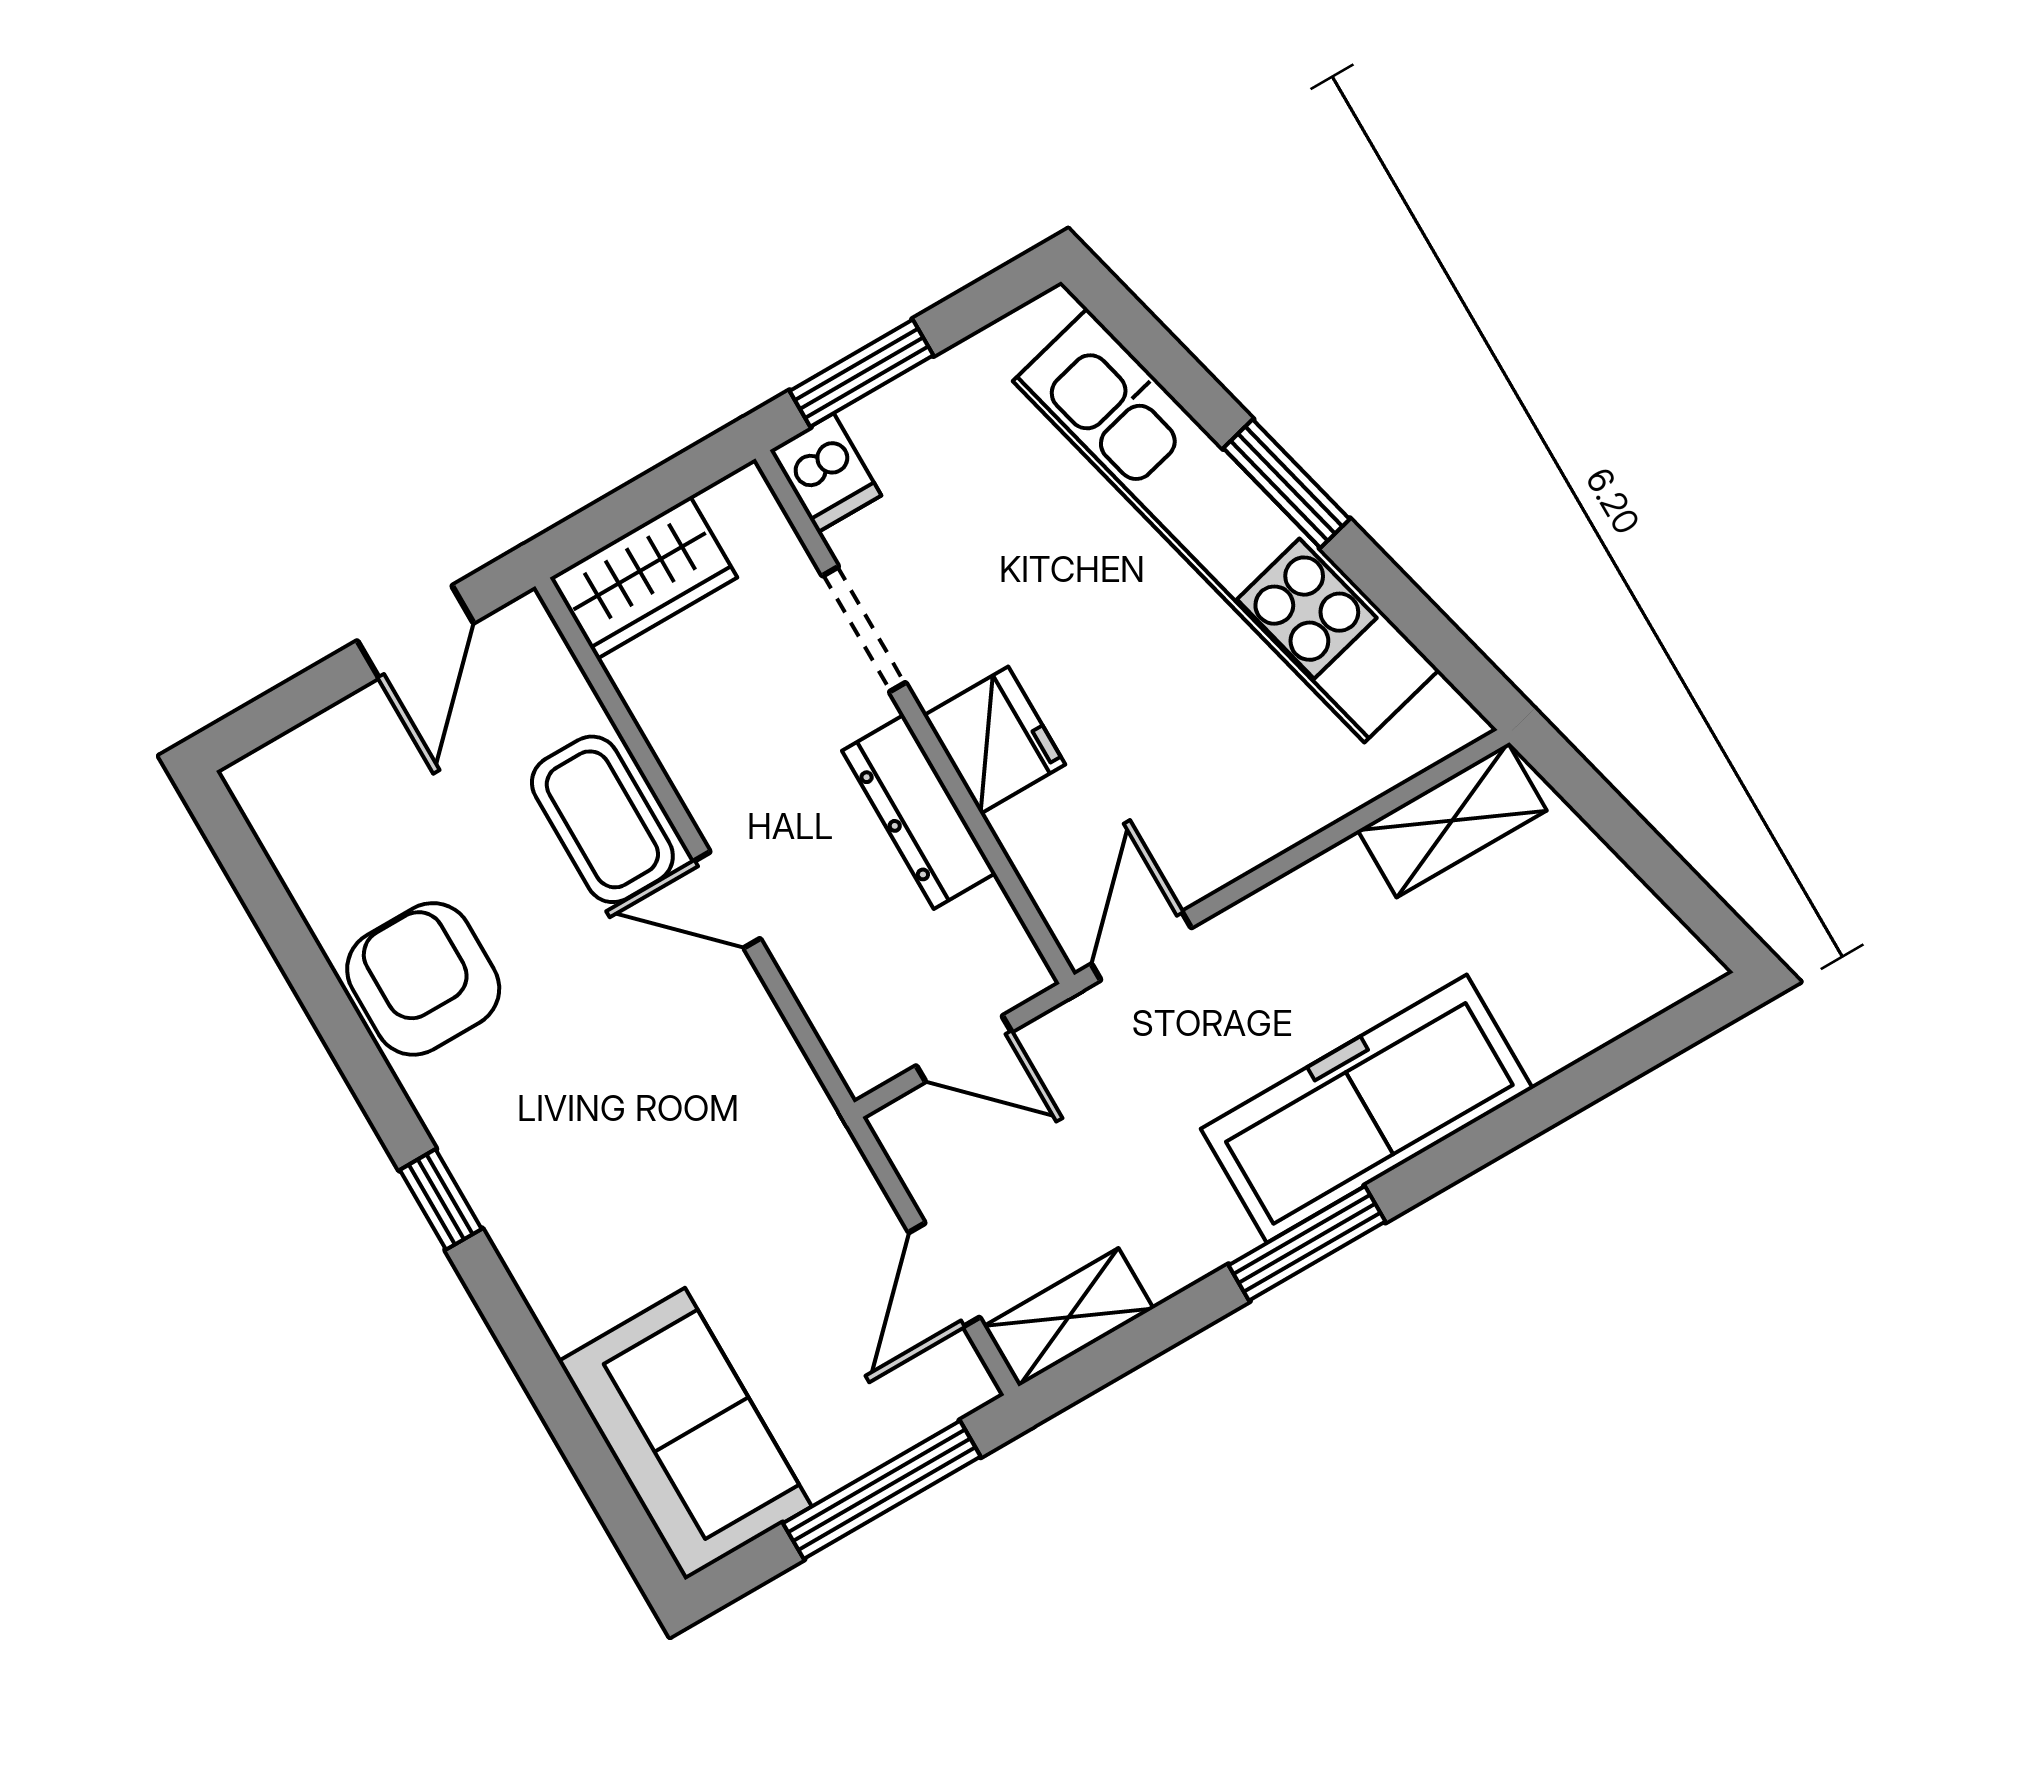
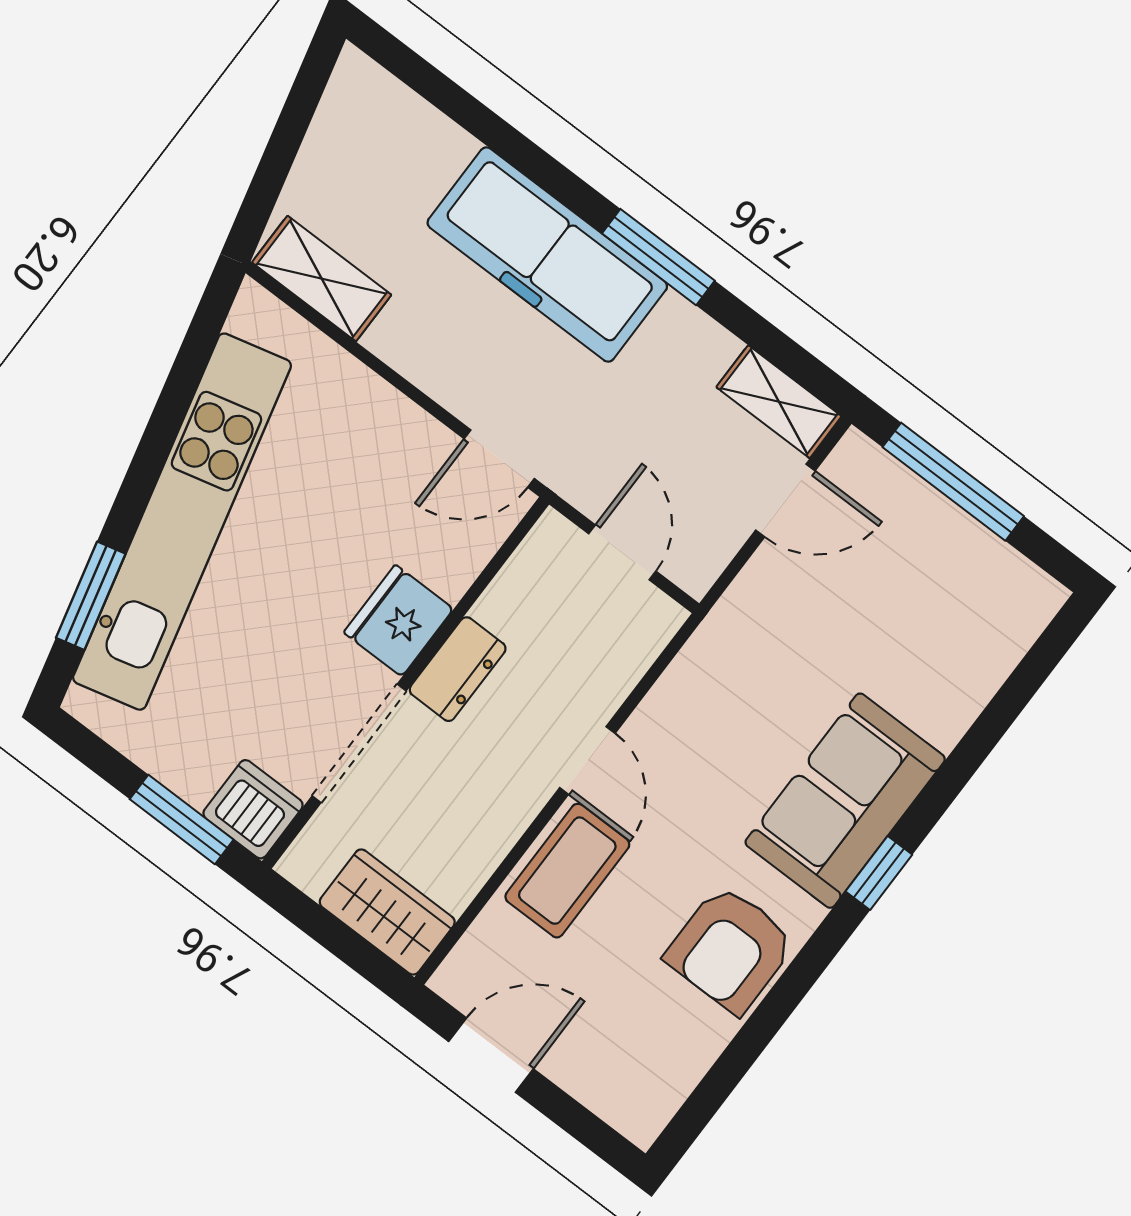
dishwasher: (826, 473) -> (253, 809), width x1.38
window: (1287, 484) -> (91, 596), moved
doorway: (864, 629) -> (359, 743), width x1.38
dresser: (919, 812) -> (458, 669), width x0.70
sofa: (685, 1434) -> (845, 801), moved

